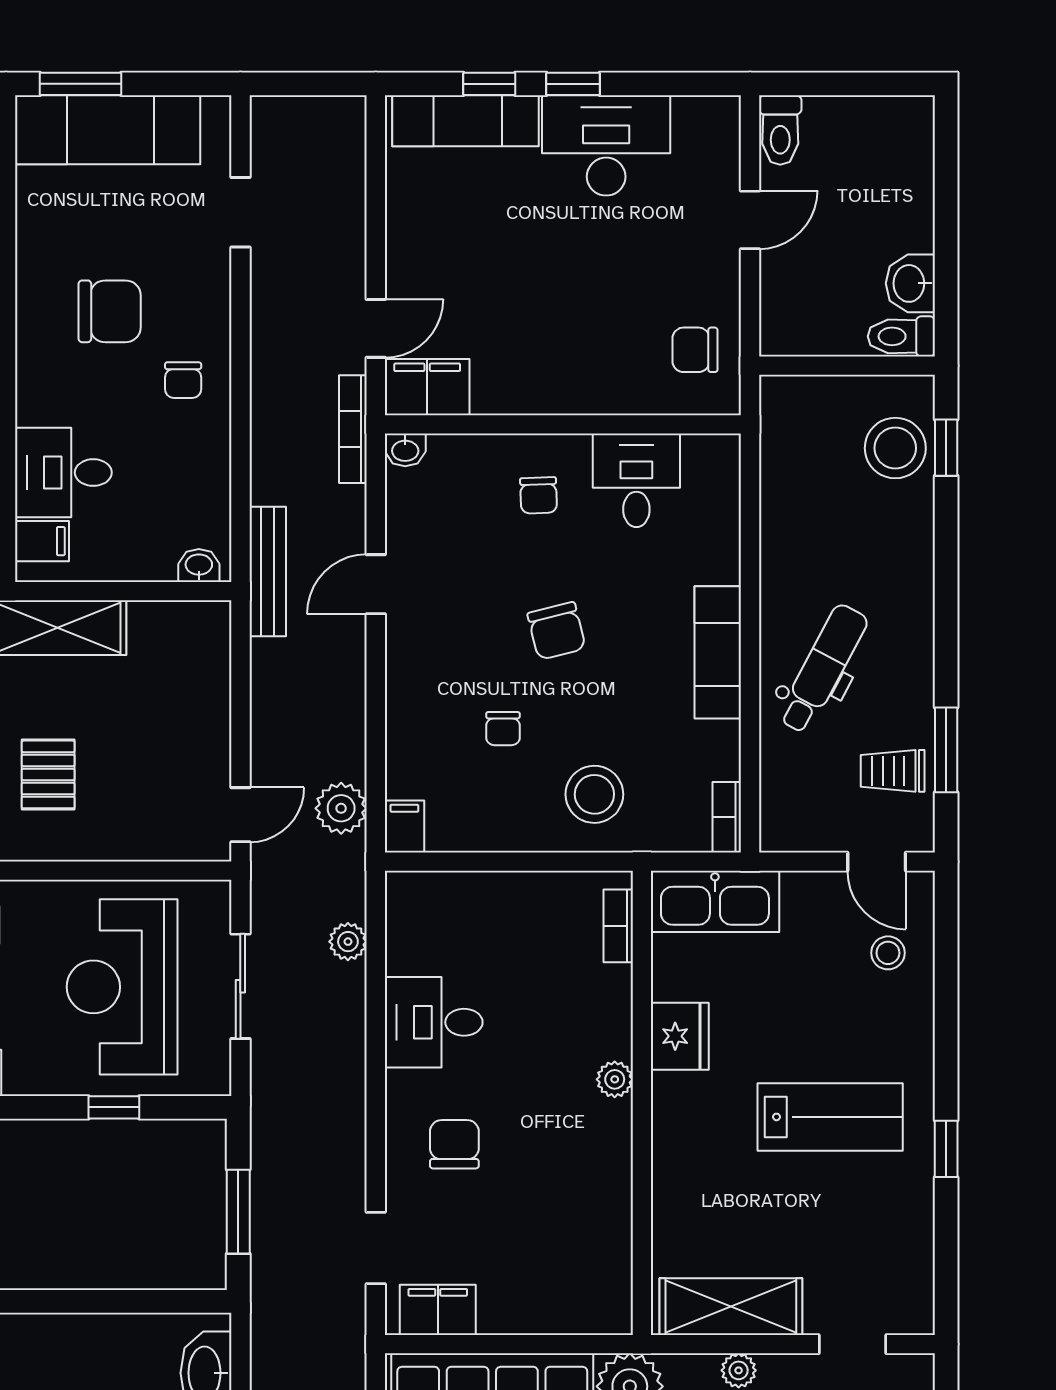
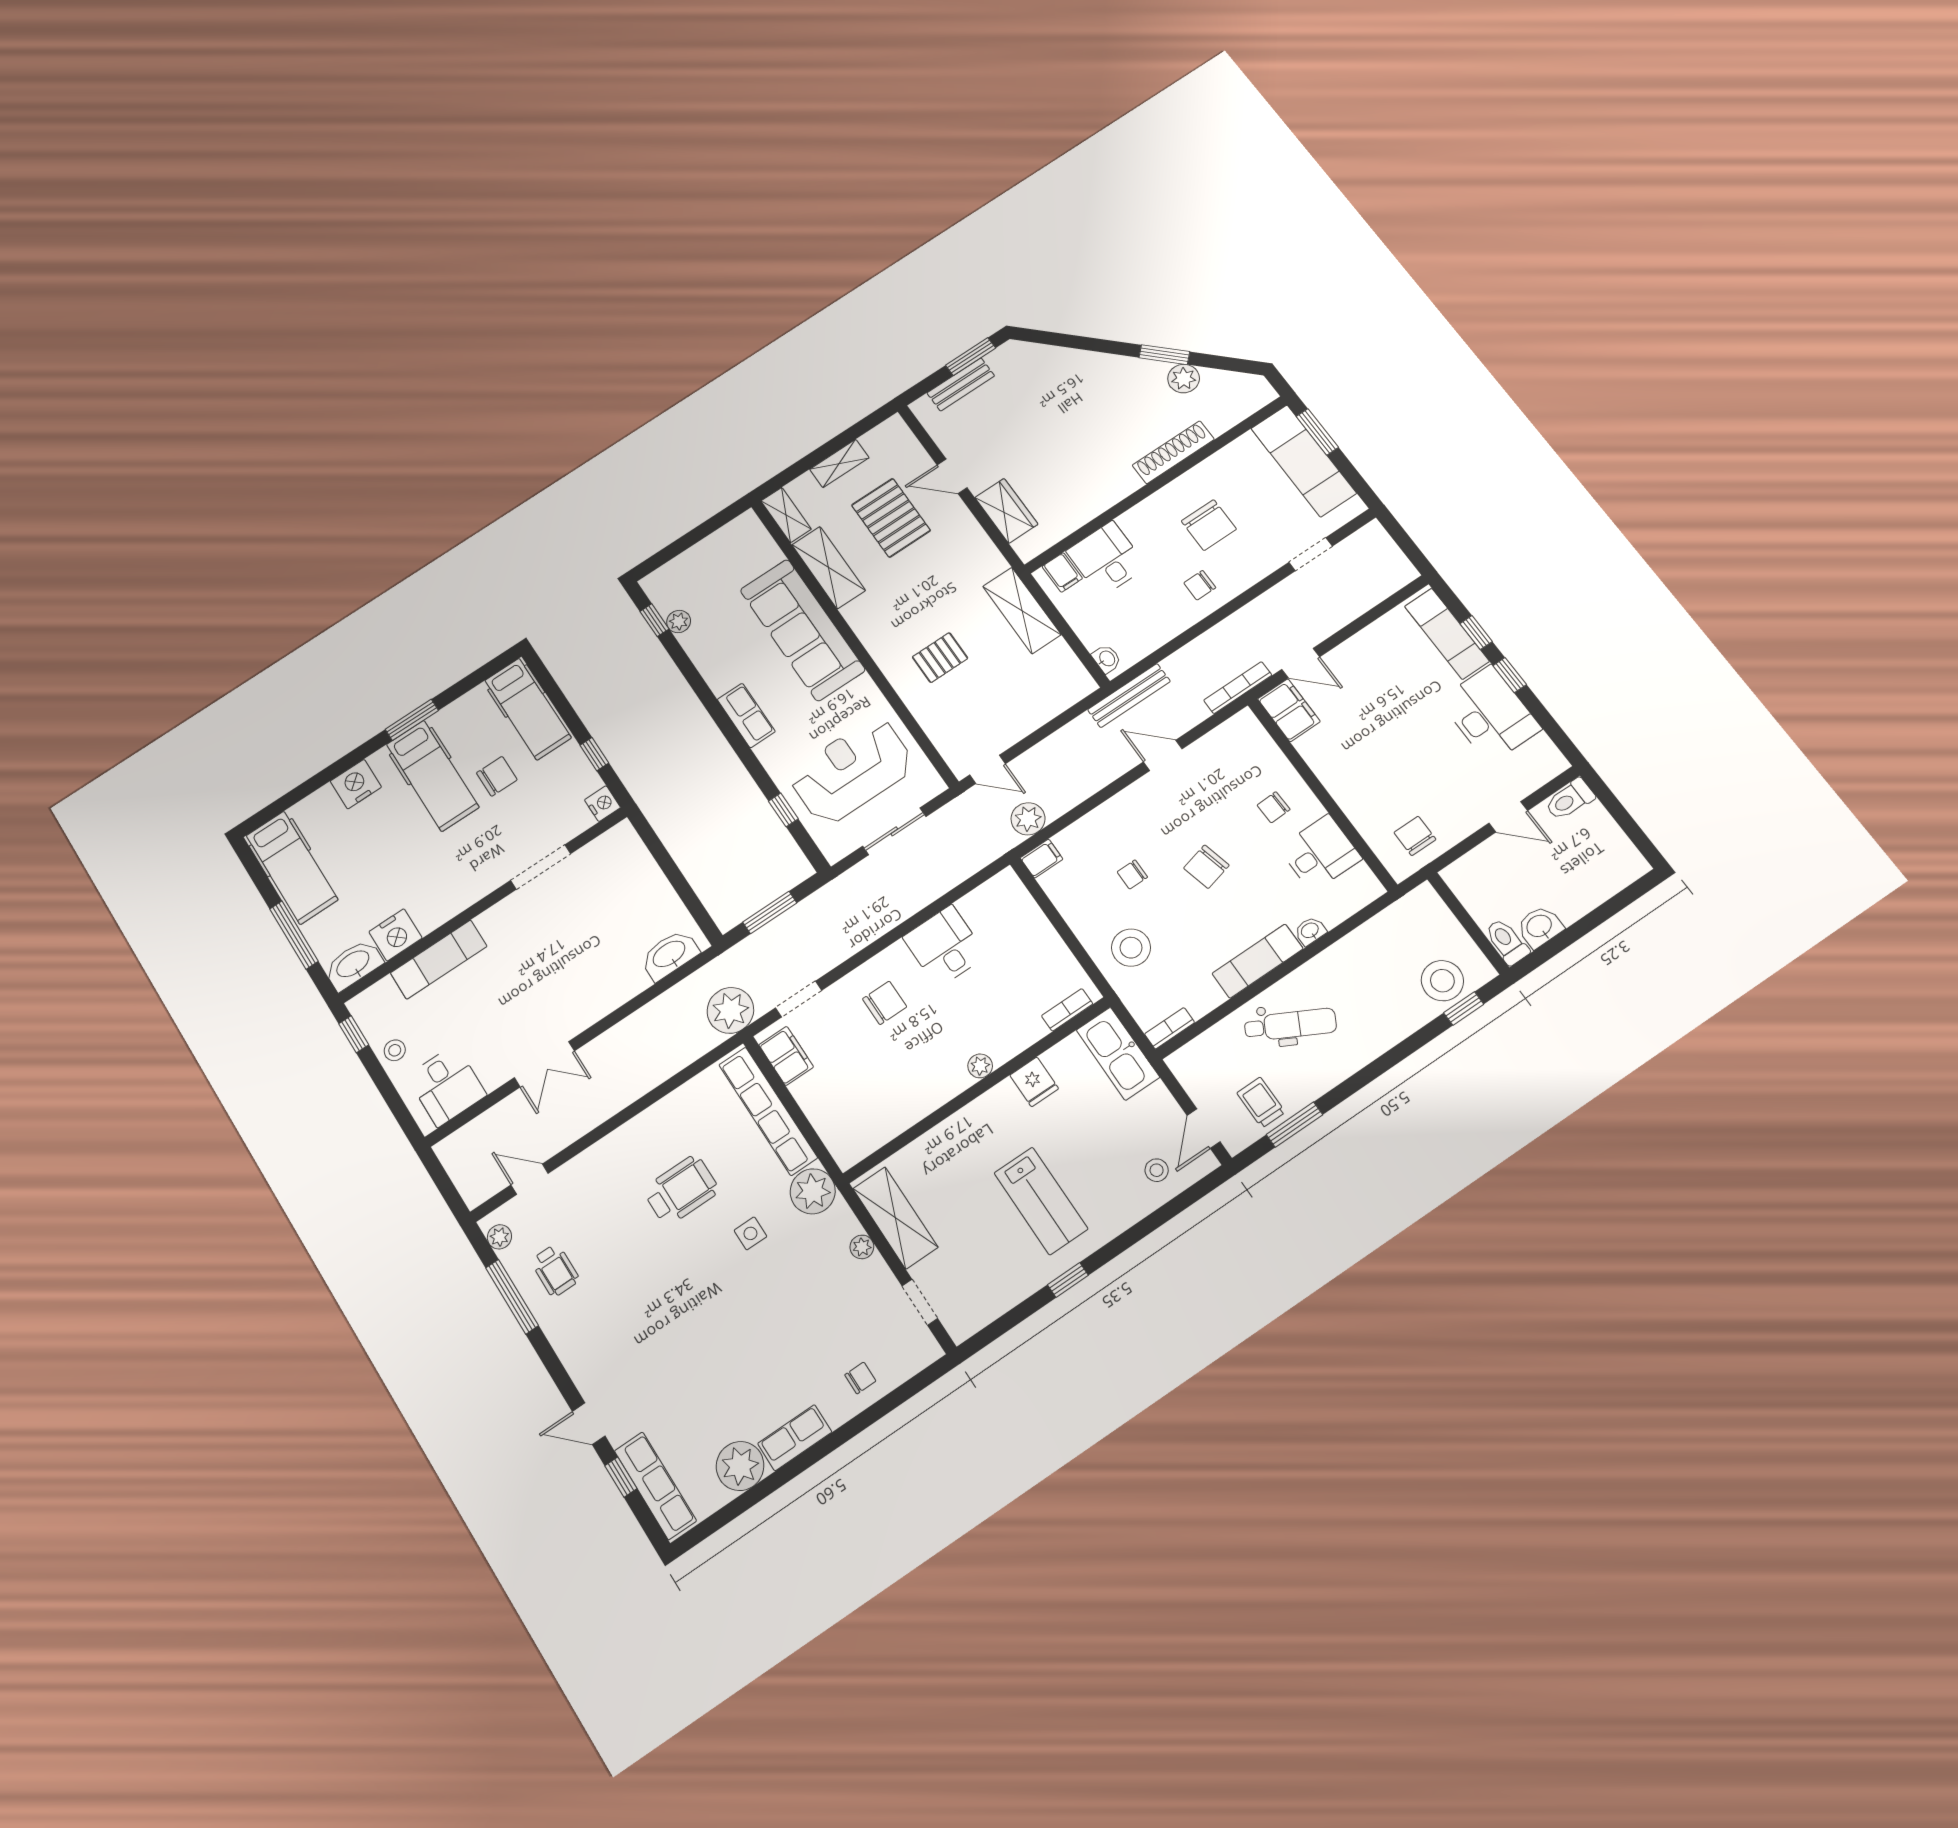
washbasin: (405, 450) -> (1310, 931), moved, turned 90
plant: (348, 942) -> (730, 1010), moved, width x1.88, depth x1.88
fridge: (680, 1036) -> (1034, 1082), width x0.72

